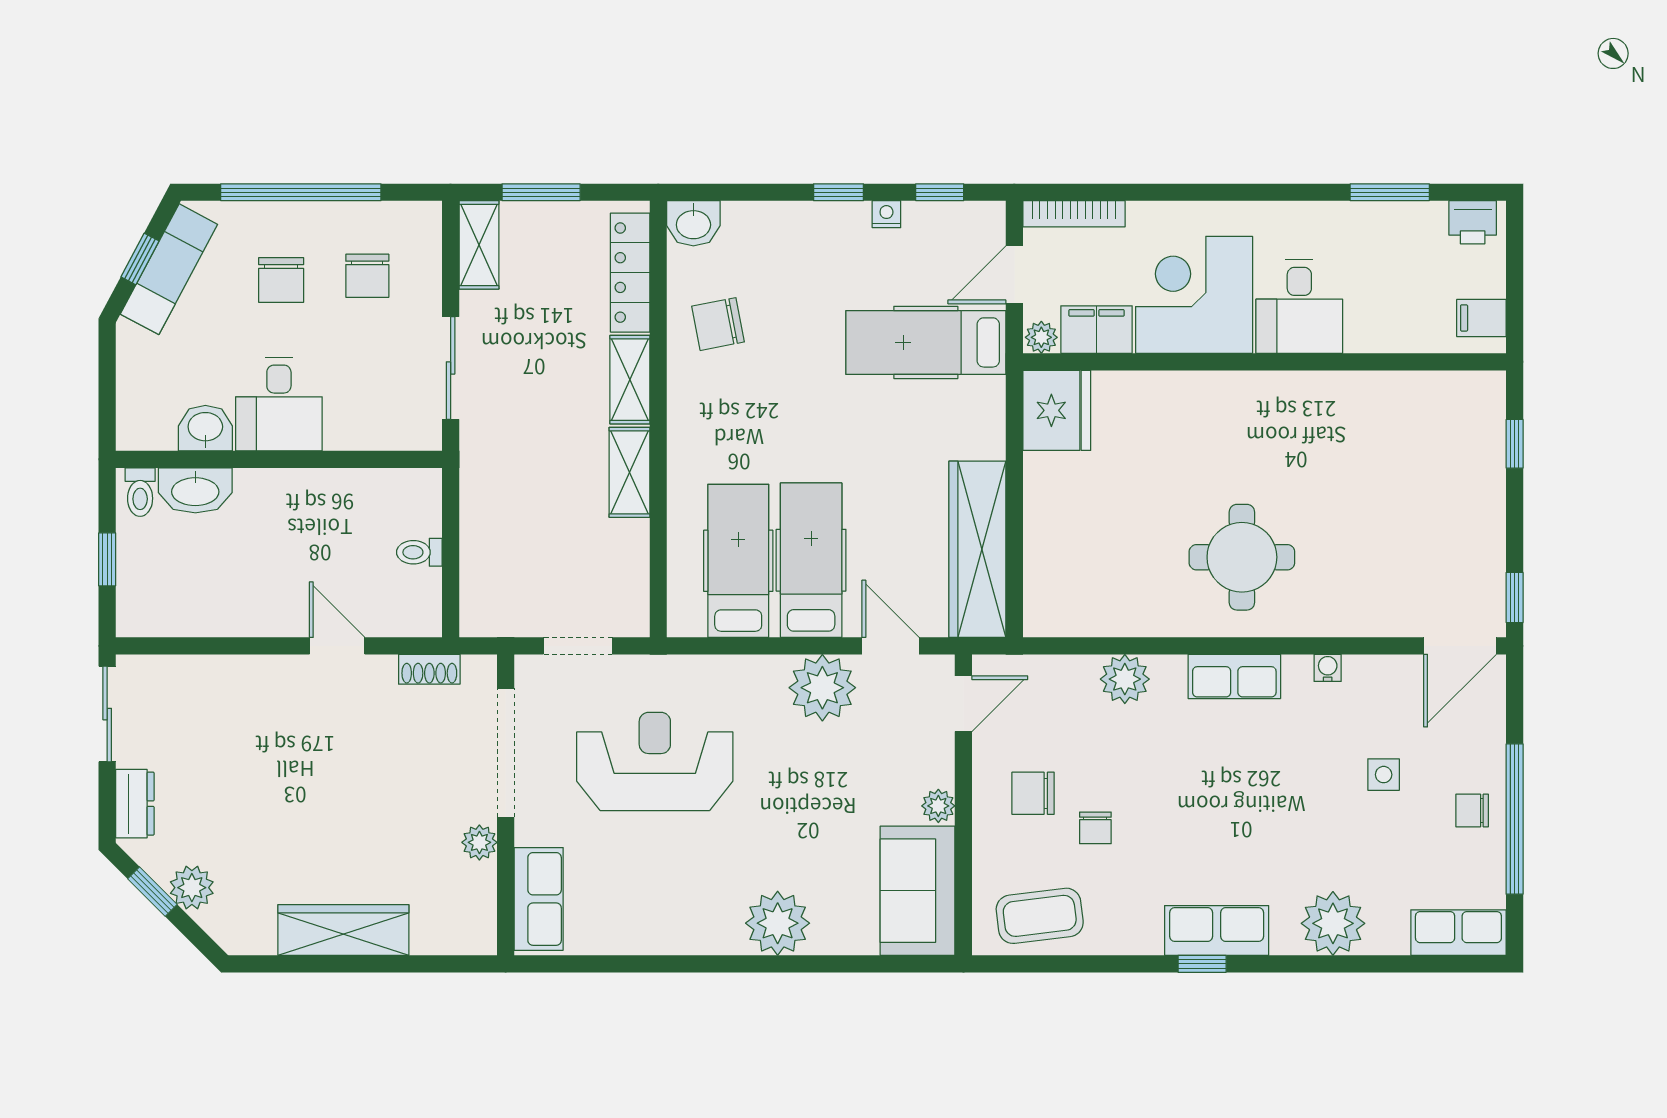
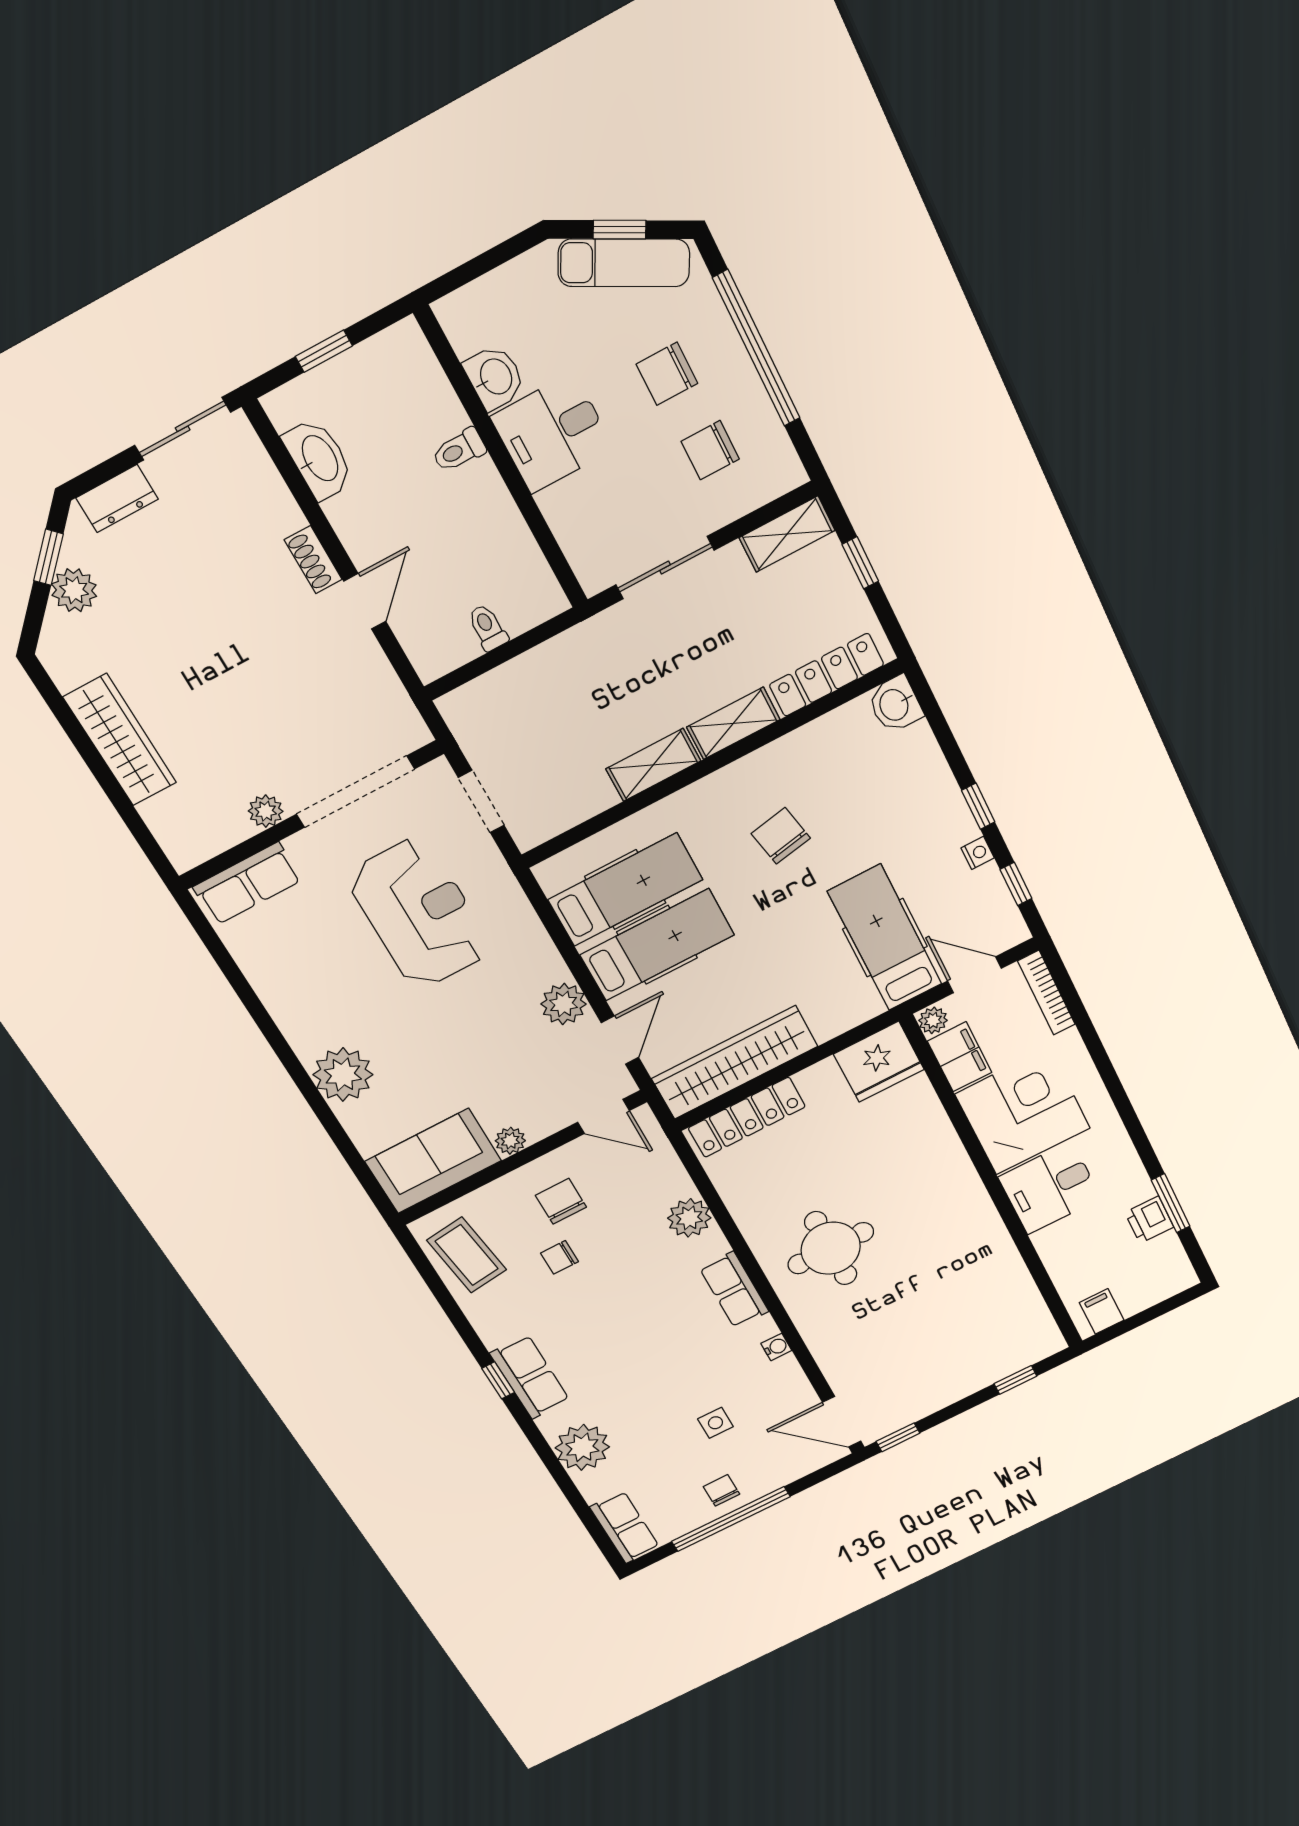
window: (541, 192) -> (860, 563), width x0.67
printer: (1473, 222) -> (1149, 1220), moved
chair: (718, 324) -> (781, 836), moved
washbasin: (195, 490) -> (319, 459), moved, turned 180
toilet: (140, 492) -> (459, 450), moved
locker: (1044, 567) -> (747, 1117), added
shoe rack: (429, 669) -> (313, 560), moved
plant: (822, 688) -> (564, 1004), width x0.73, depth x0.73

